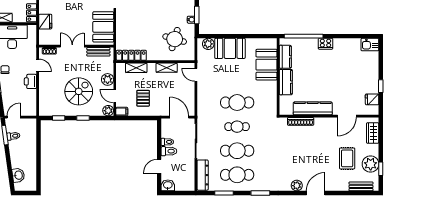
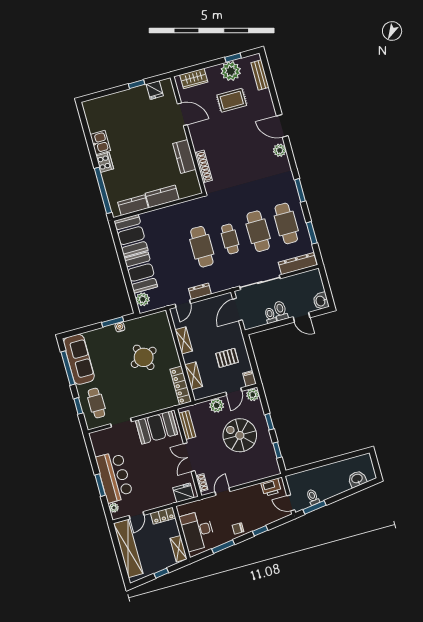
fridge: (45, 22) -> (183, 493), moved
round table: (175, 39) -> (144, 357), moved, turned -38
kitchen sink: (370, 45) -> (100, 142), moved
booth: (267, 65) -> (131, 236), moved, turned 90
printer: (30, 81) -> (271, 487), moved
dresser: (202, 91) -> (200, 291), added
kitchen counter: (313, 108) -> (184, 156), width x0.67

